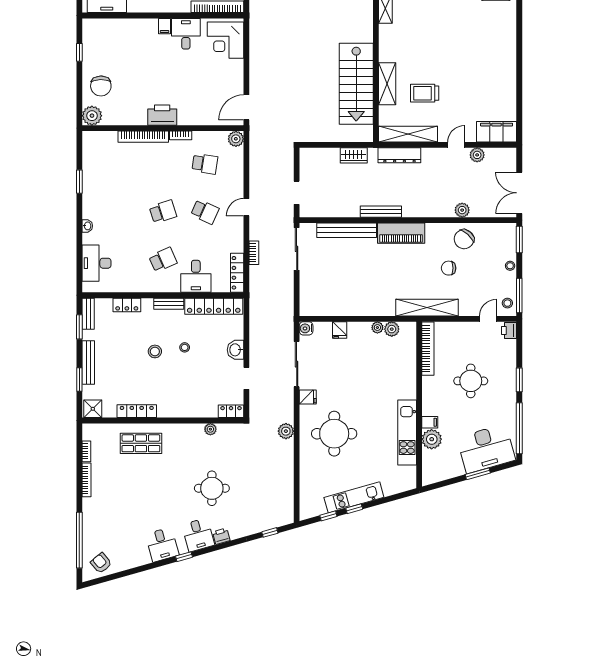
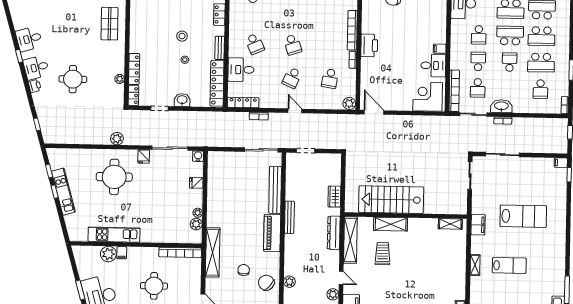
locker: (137, 411) -> (134, 69), moved

